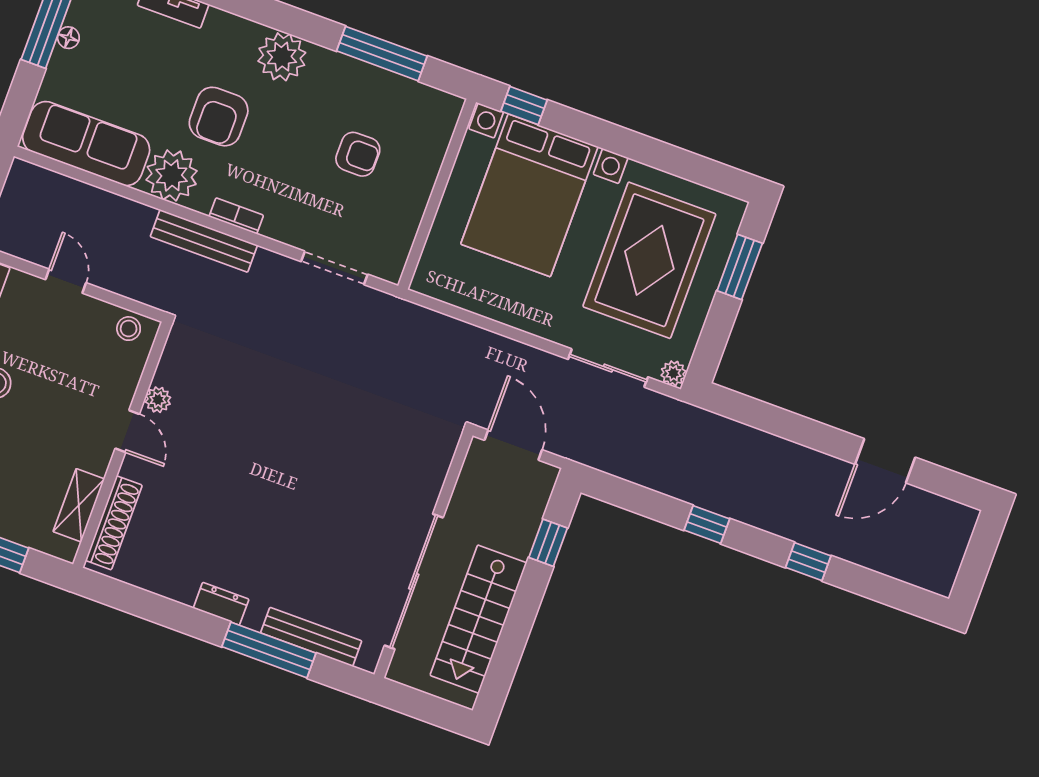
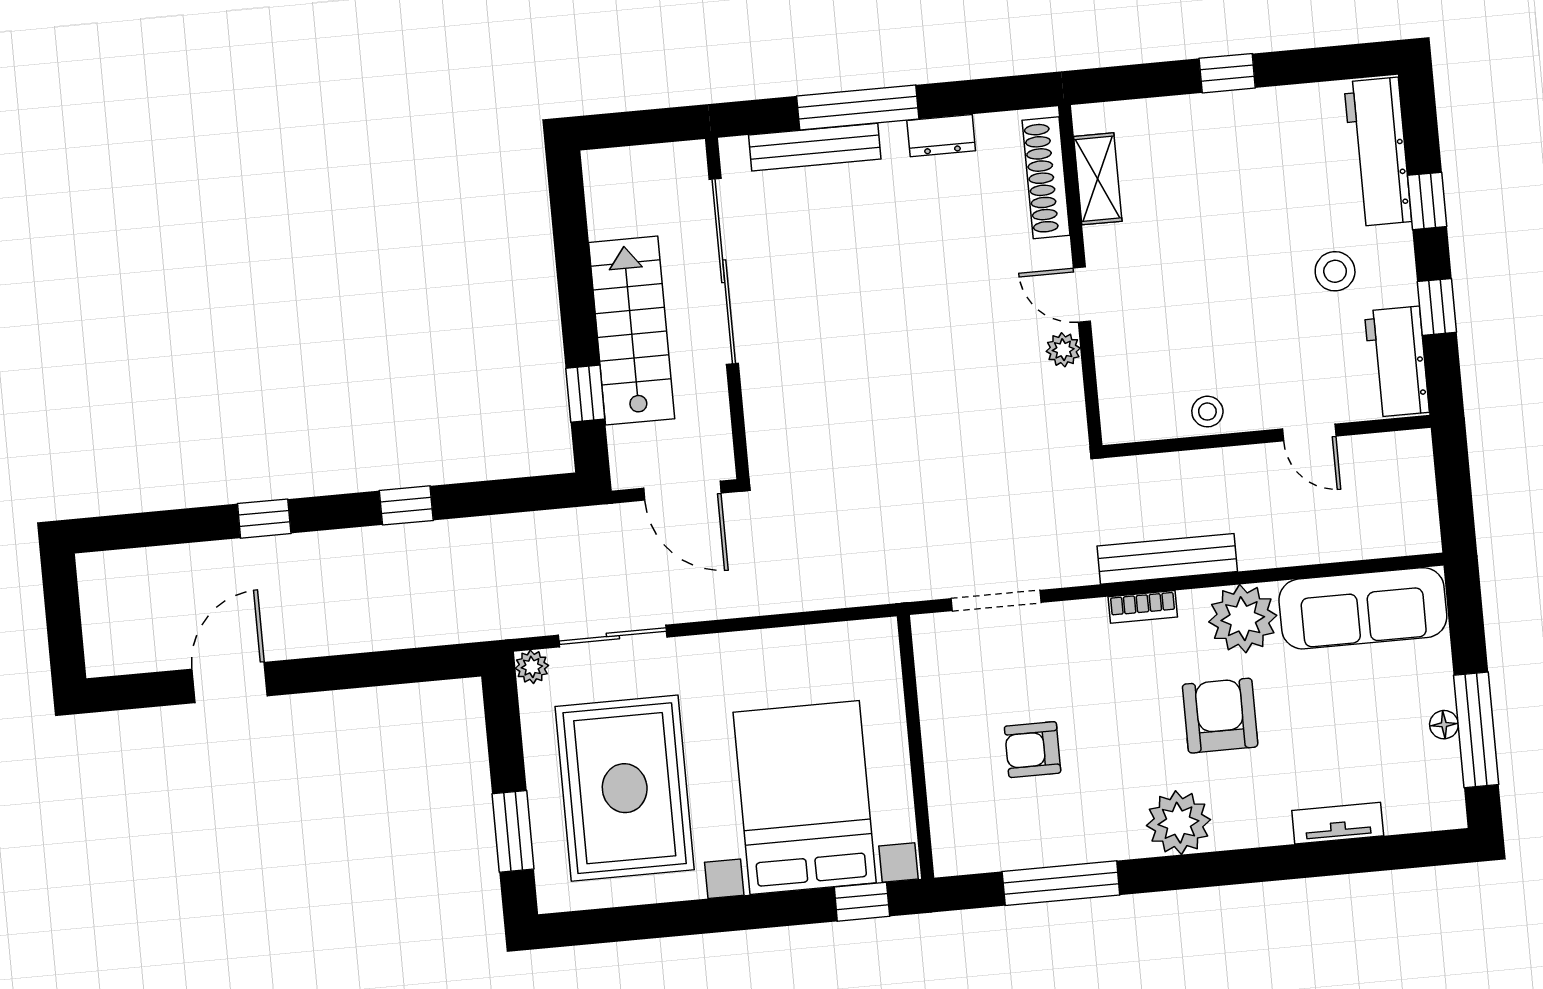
plant: (158, 400) -> (1063, 350), moved
door: (127, 431) -> (1082, 295), moved
wall: (122, 445) -> (1080, 276), moved
shelving: (79, 505) -> (1098, 179), moved
shoe rack: (114, 523) -> (1046, 178), moved
stairs: (478, 619) -> (632, 331), moved

